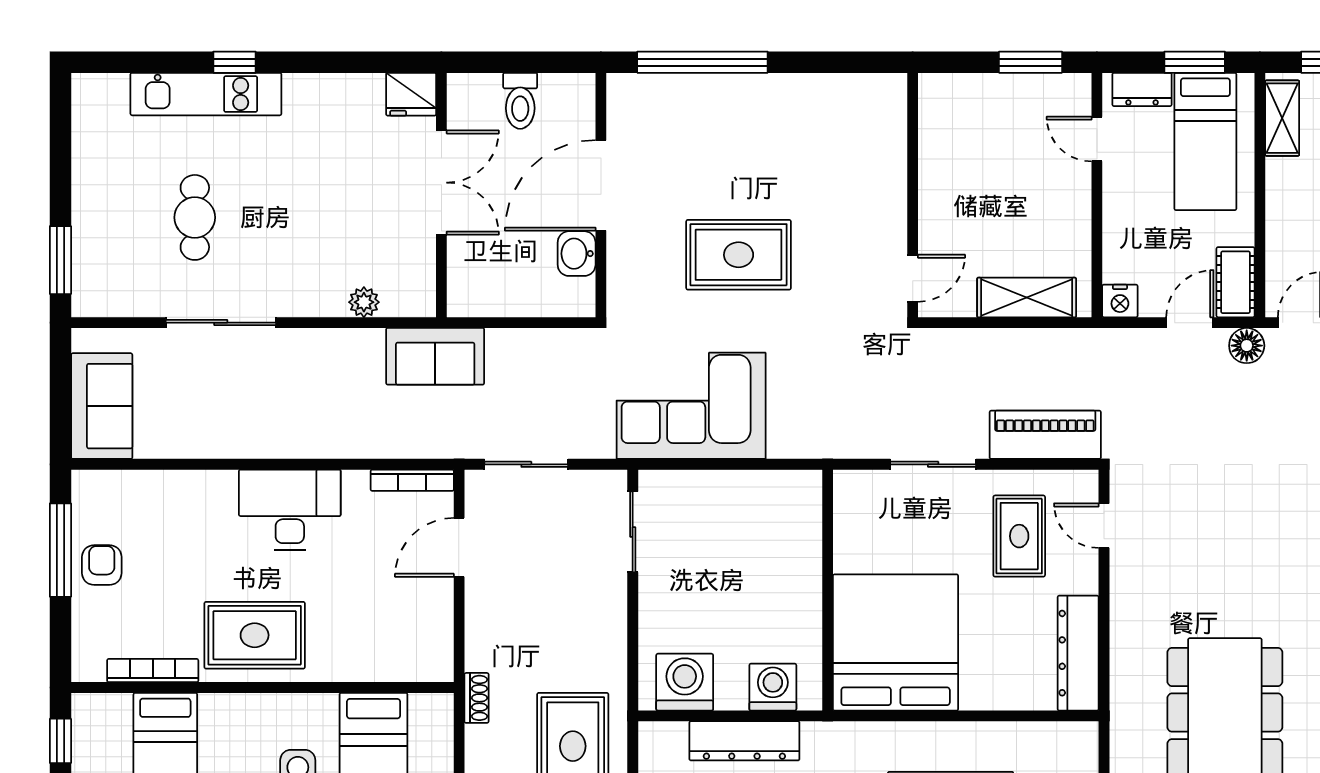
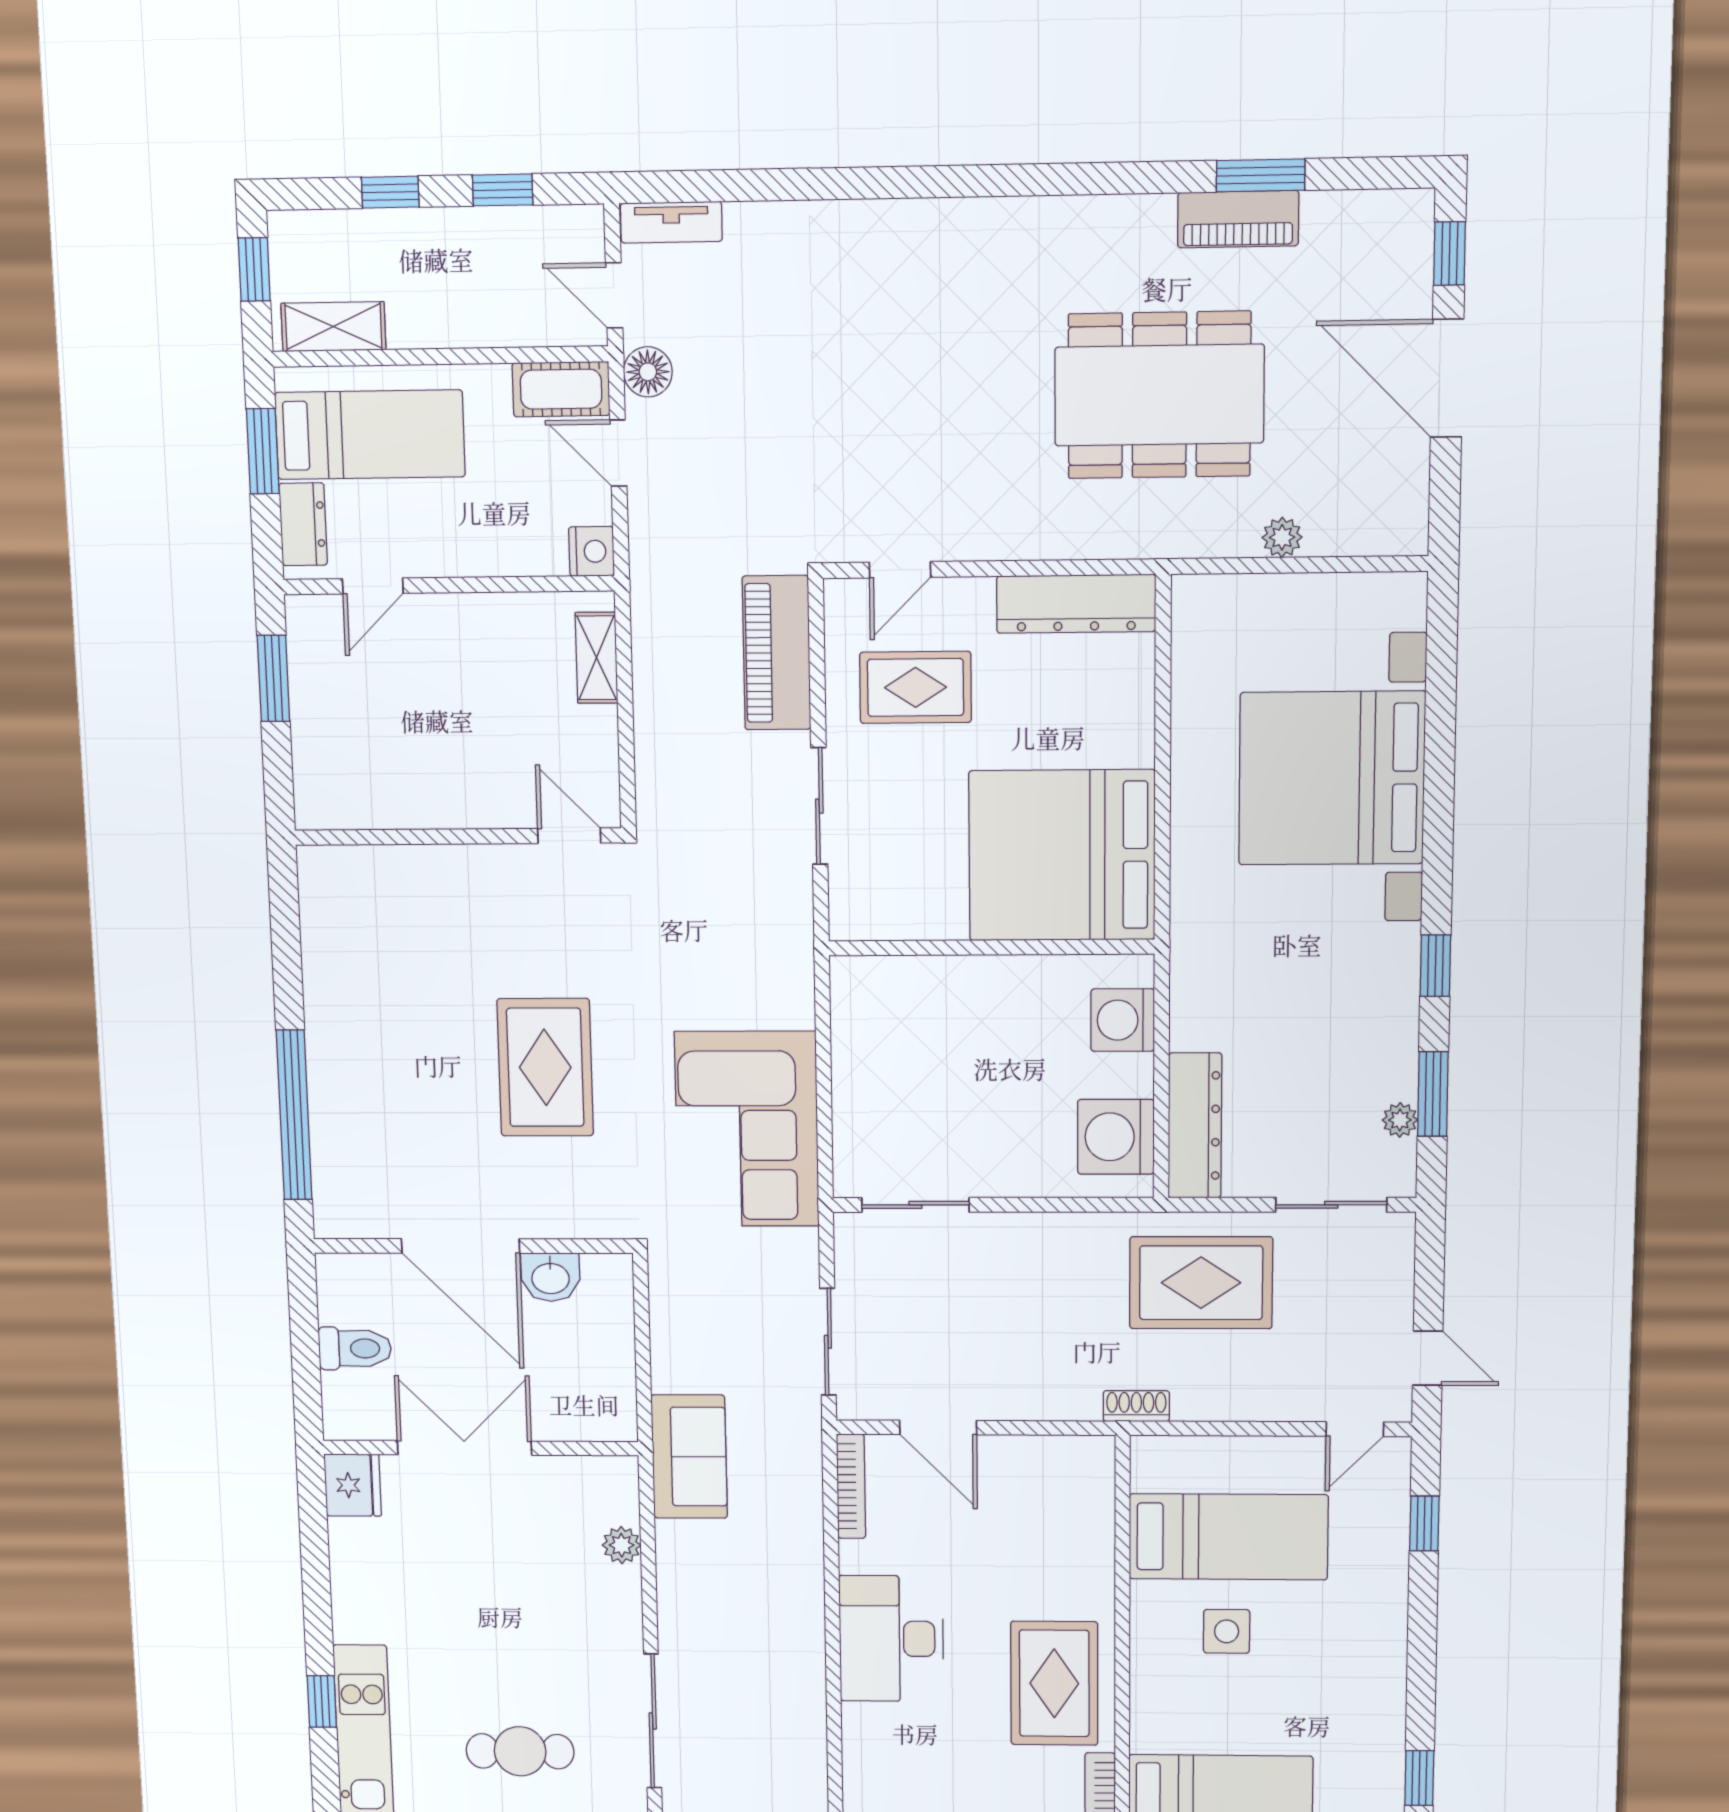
shelving: (1027, 297) -> (597, 658), width x0.67, depth x0.75
dresser: (744, 741) -> (1195, 1126), moved

